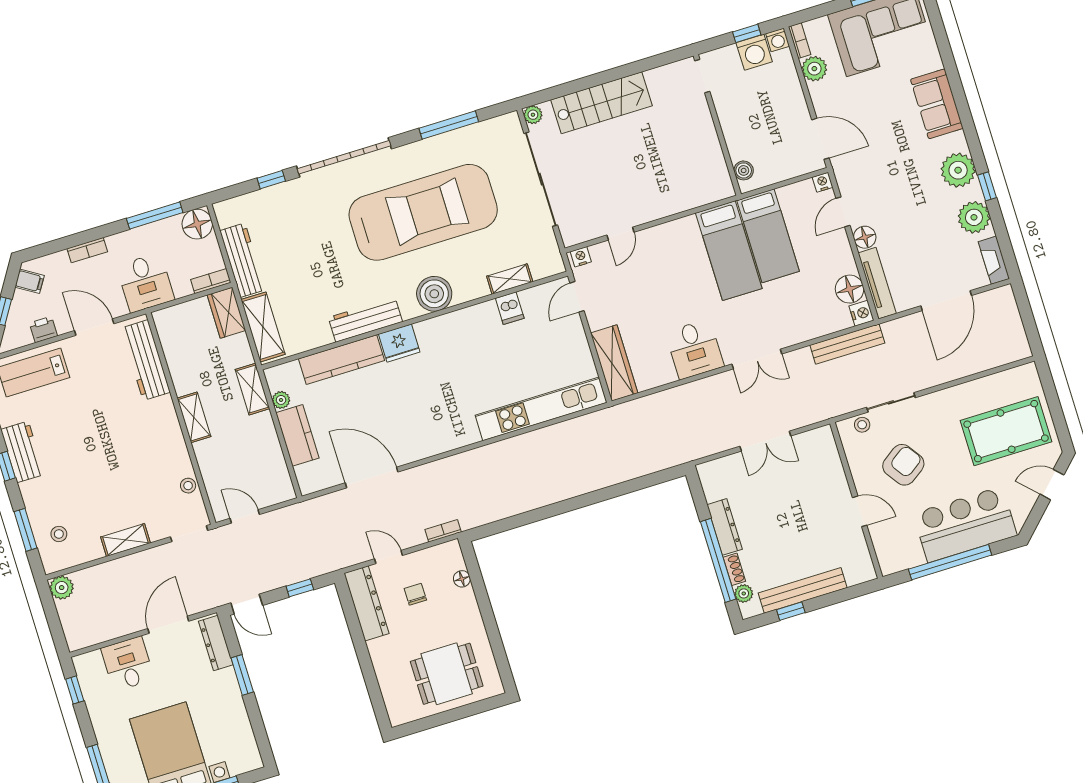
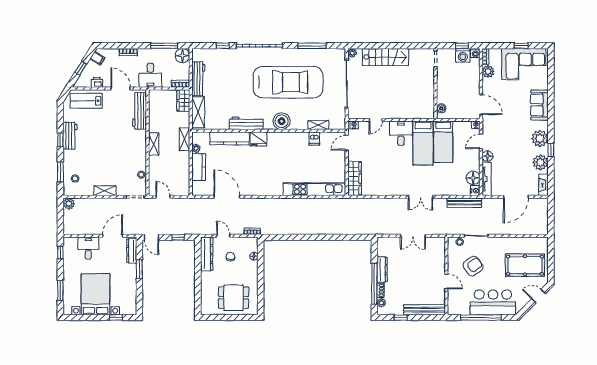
desk: (695, 349) -> (401, 133), moved, turned 180
bench: (803, 590) -> (424, 310), moved

